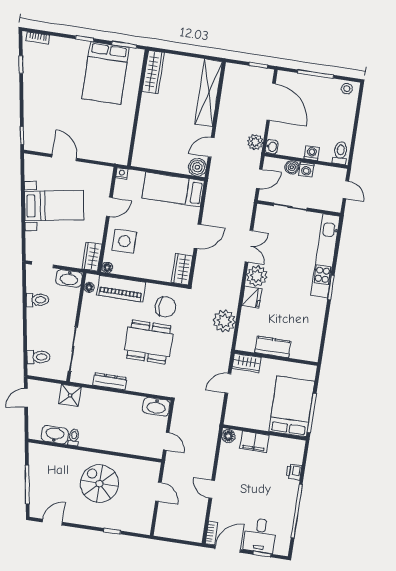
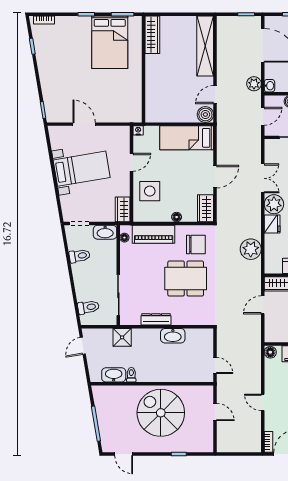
floor lamp: (107, 267) -> (177, 217), moved
washbasin: (156, 407) -> (173, 336), moved
spiral stairs: (99, 484) -> (161, 413), width x1.37, depth x1.37
door: (52, 522) -> (124, 454), swing flipped

